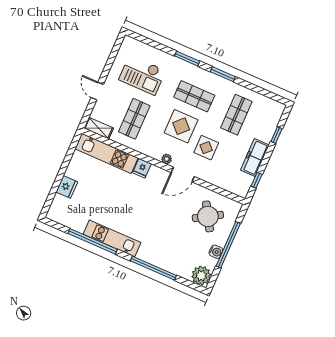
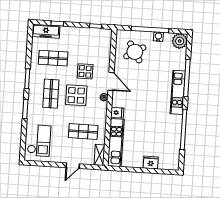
checkout: (142, 75) -> (39, 140), moved
freezer: (255, 158) -> (46, 31), moved
kitchen unit: (112, 238) -> (178, 92), moved

